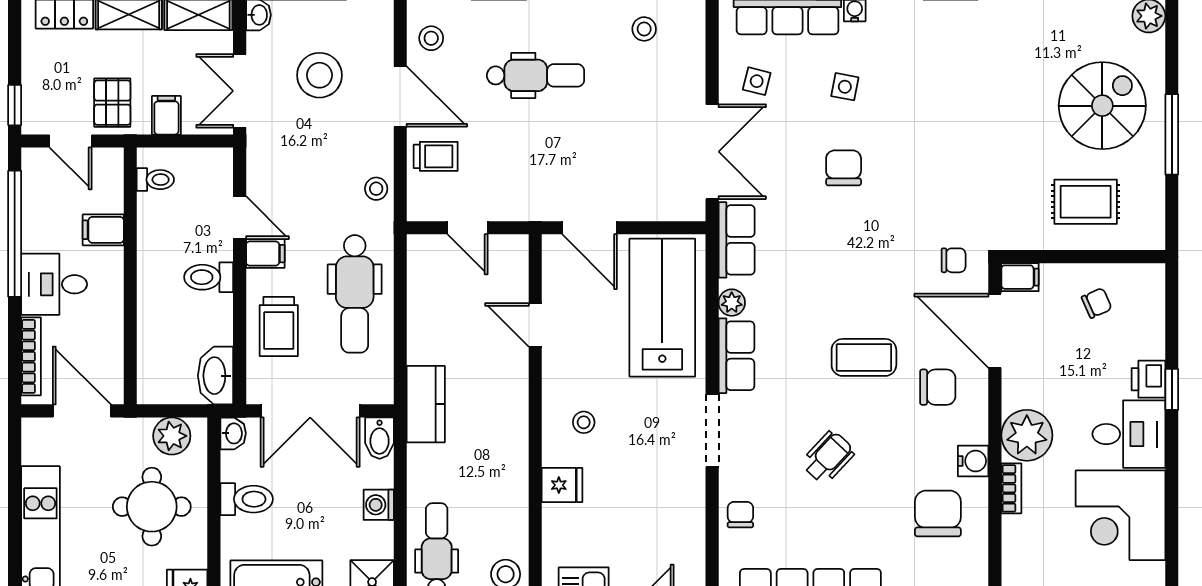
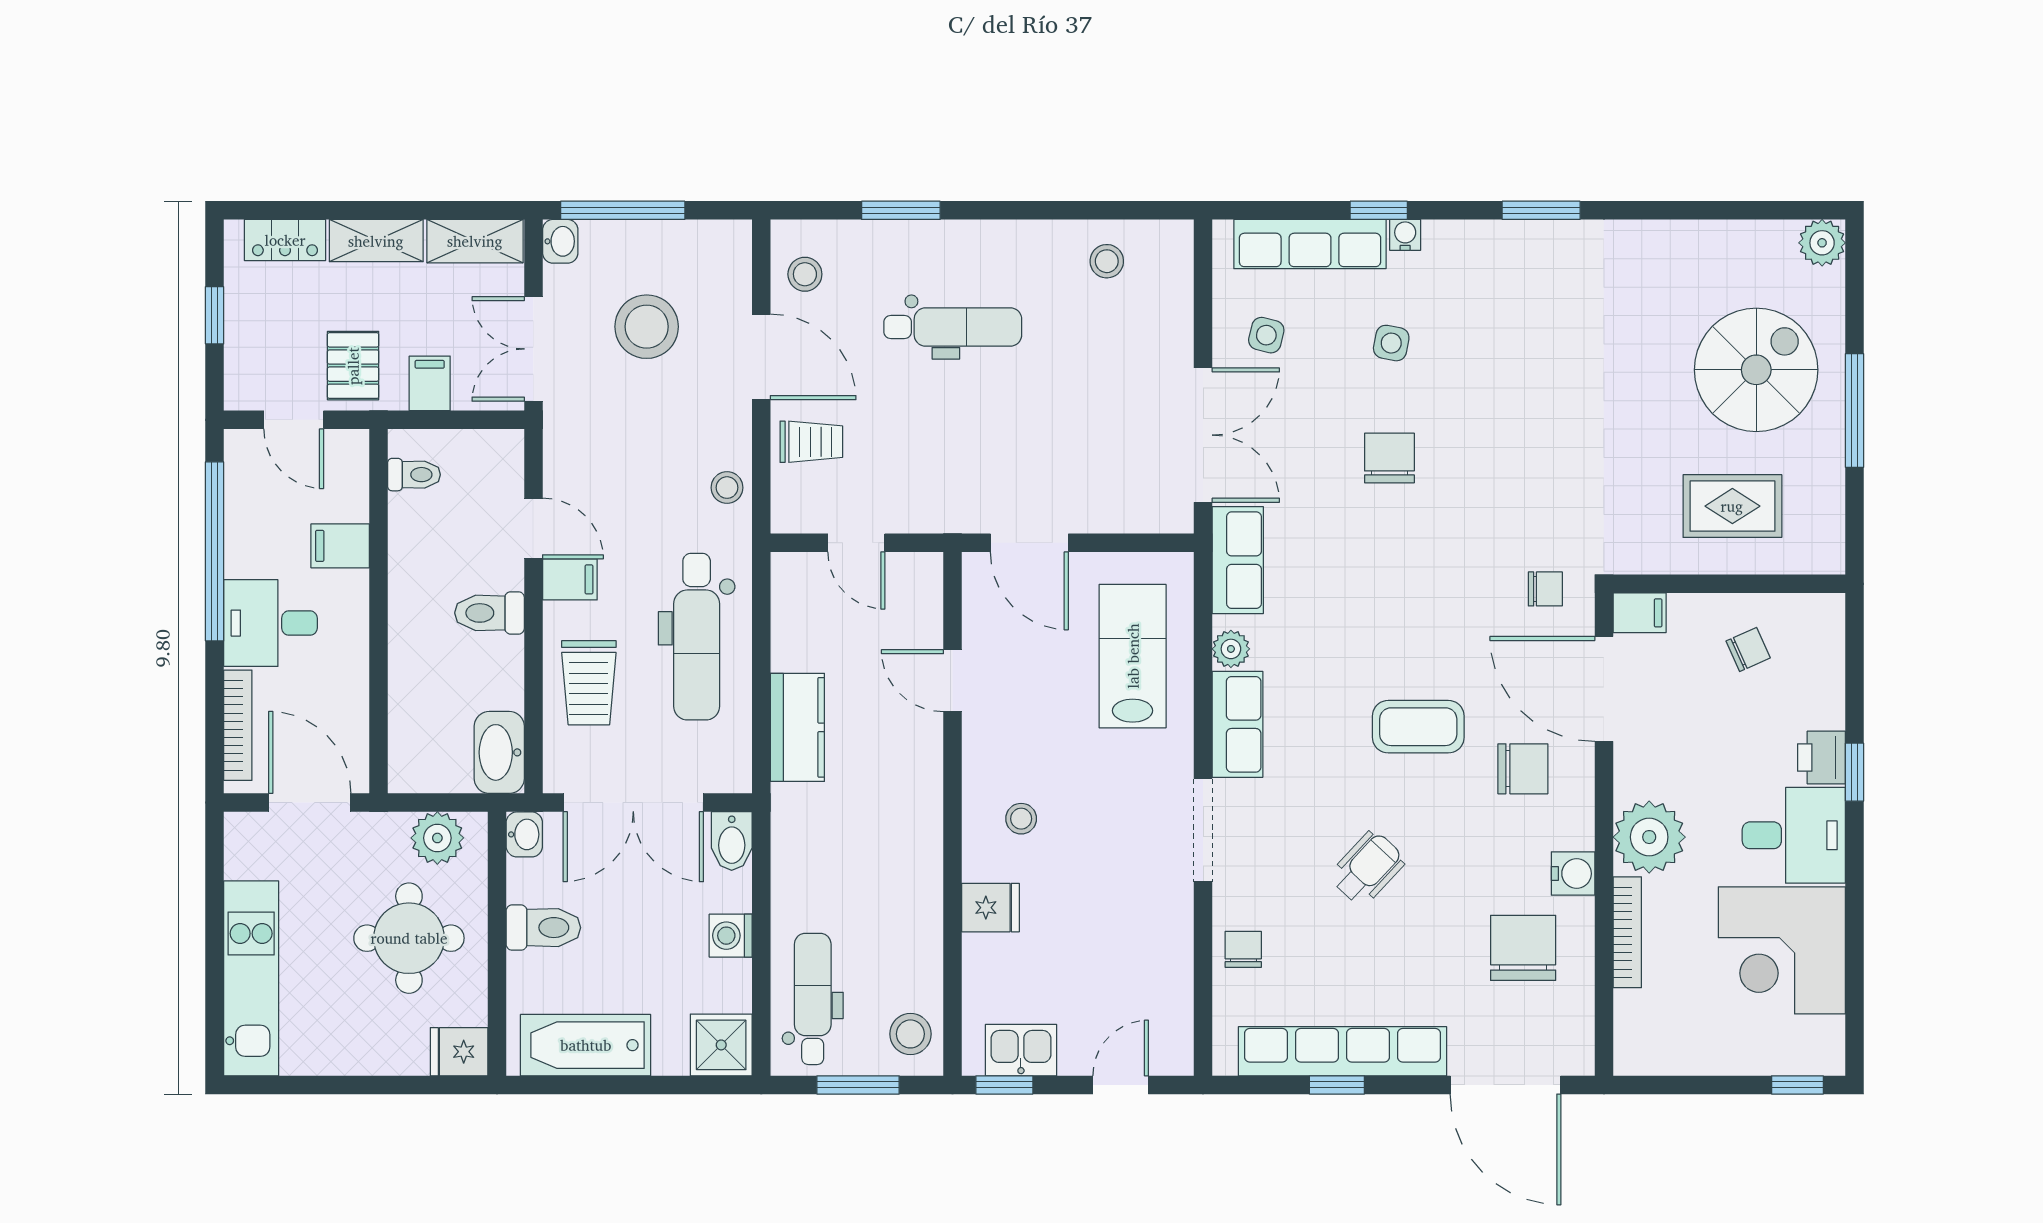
window: (15, 105) -> (215, 315), moved
lab bench: (662, 308) -> (1133, 656), width x0.73, depth x0.72
kitchen counter: (426, 404) -> (797, 727), moved
bookcase: (1011, 488) -> (1627, 932), width x1.56

